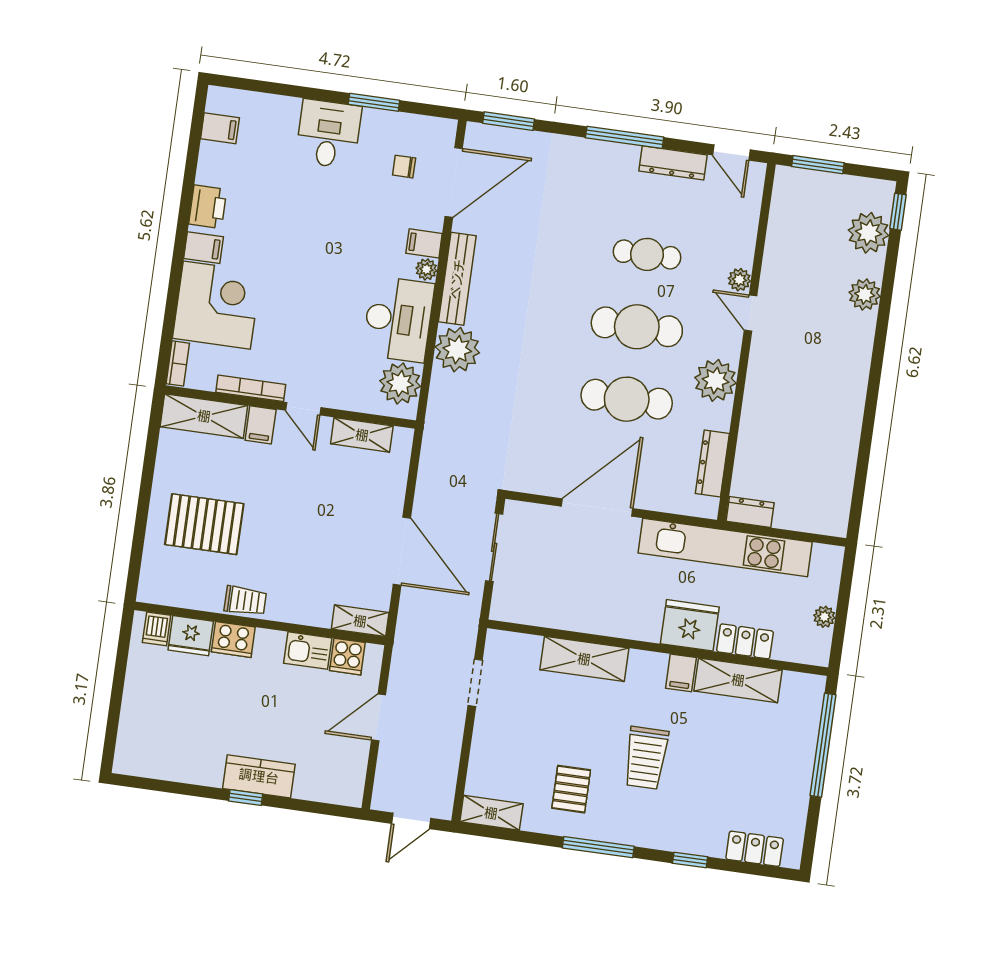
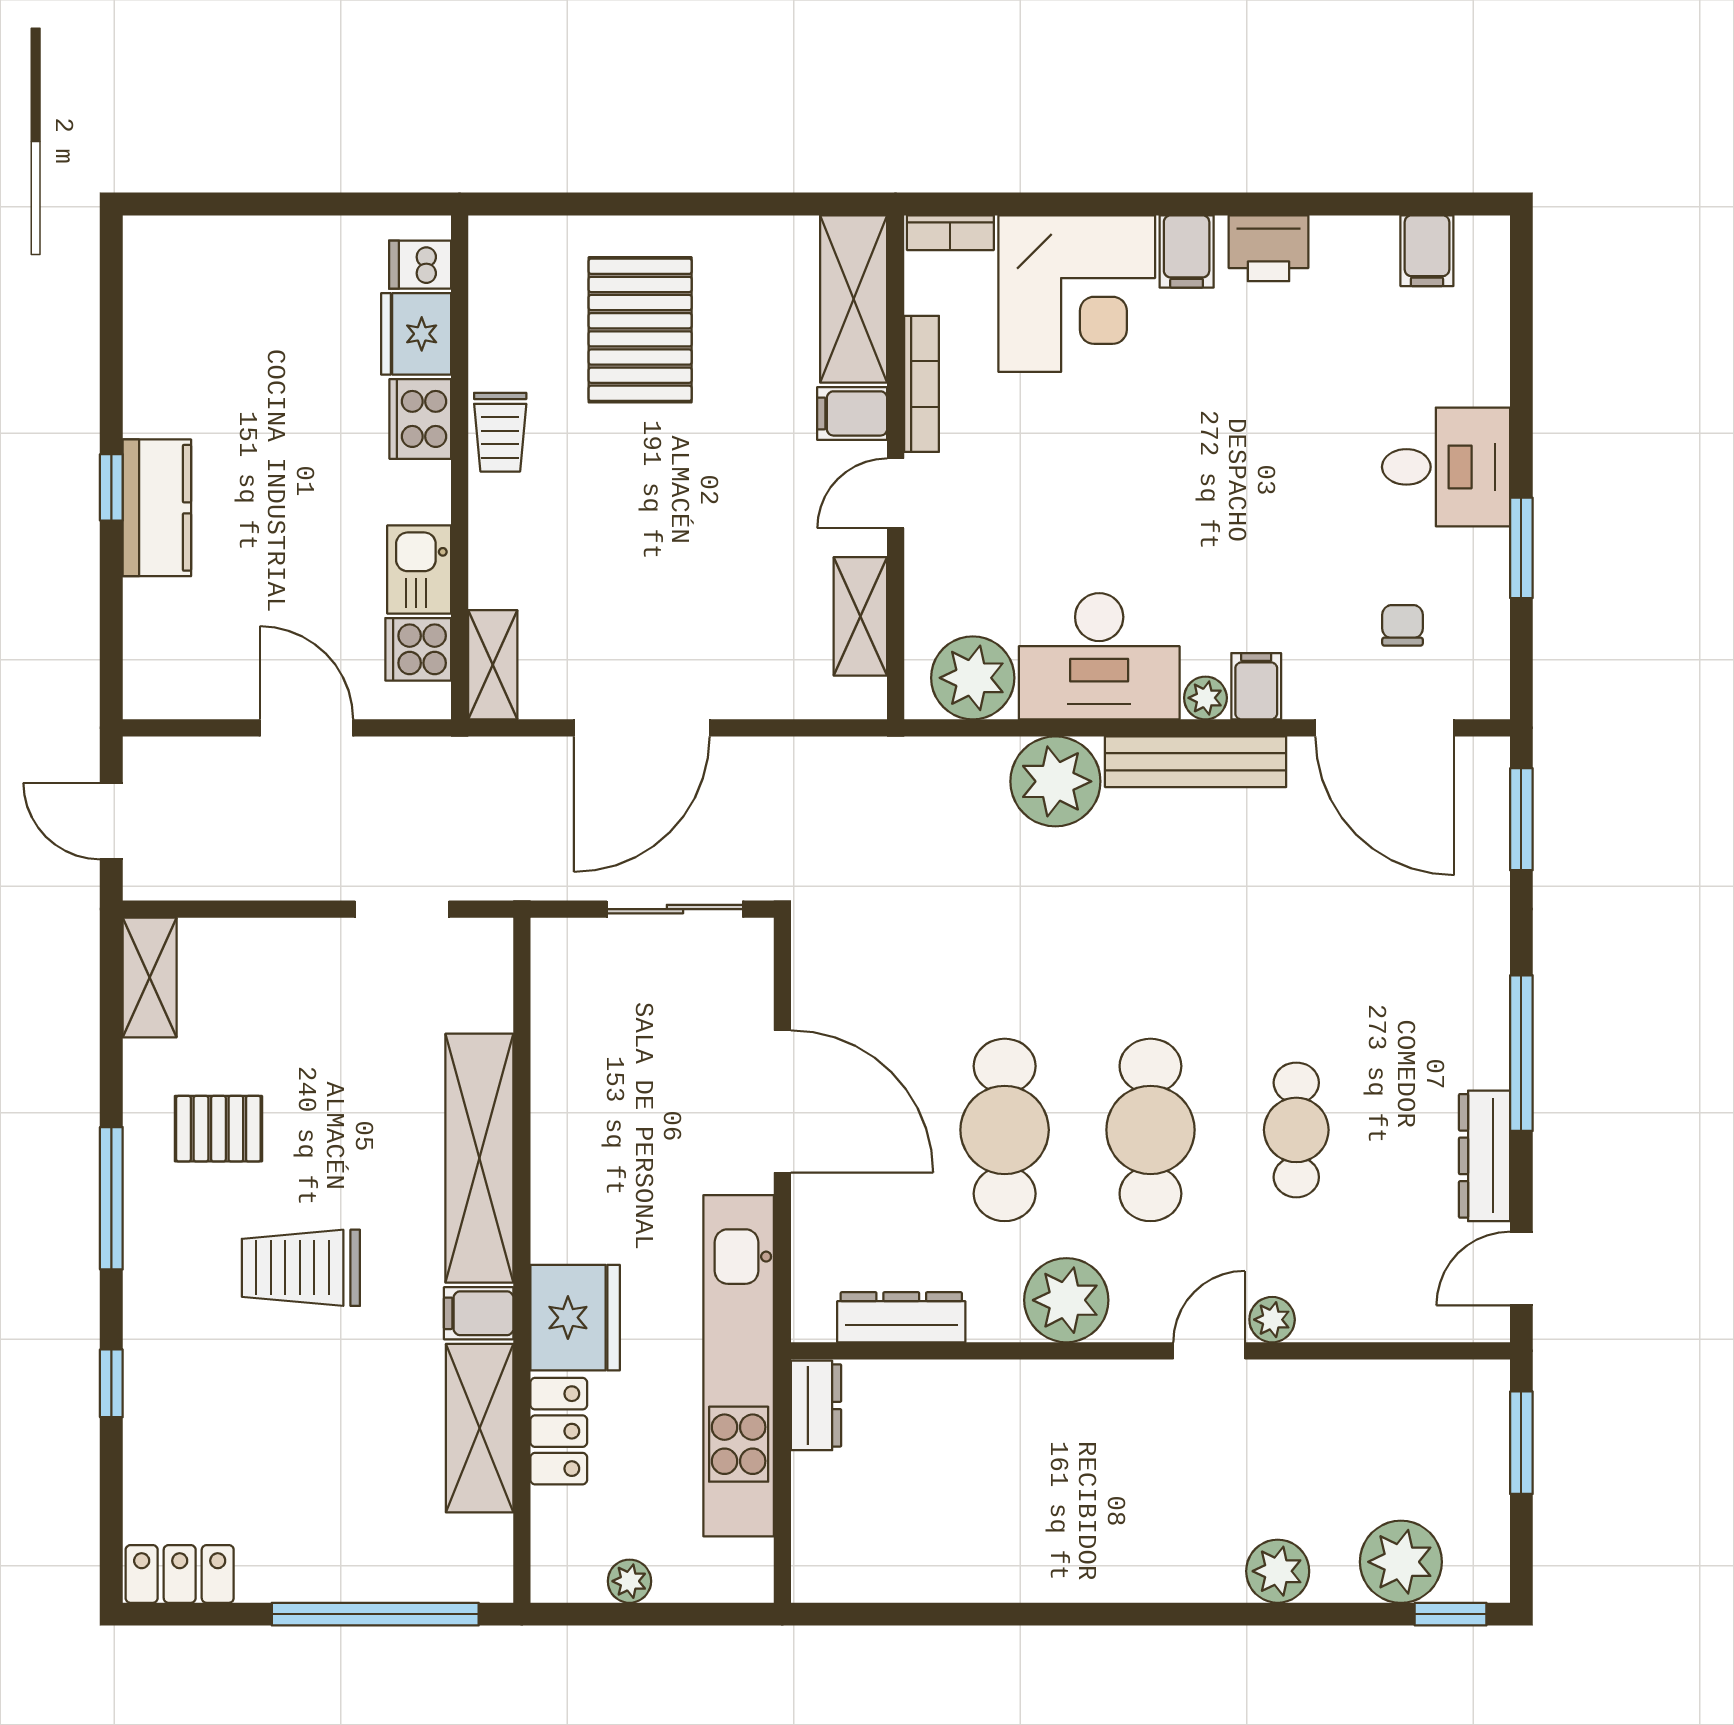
shelving: (584, 659) -> (479, 1158), width x1.47
locker: (755, 849) -> (180, 1574), moved, turned -90

